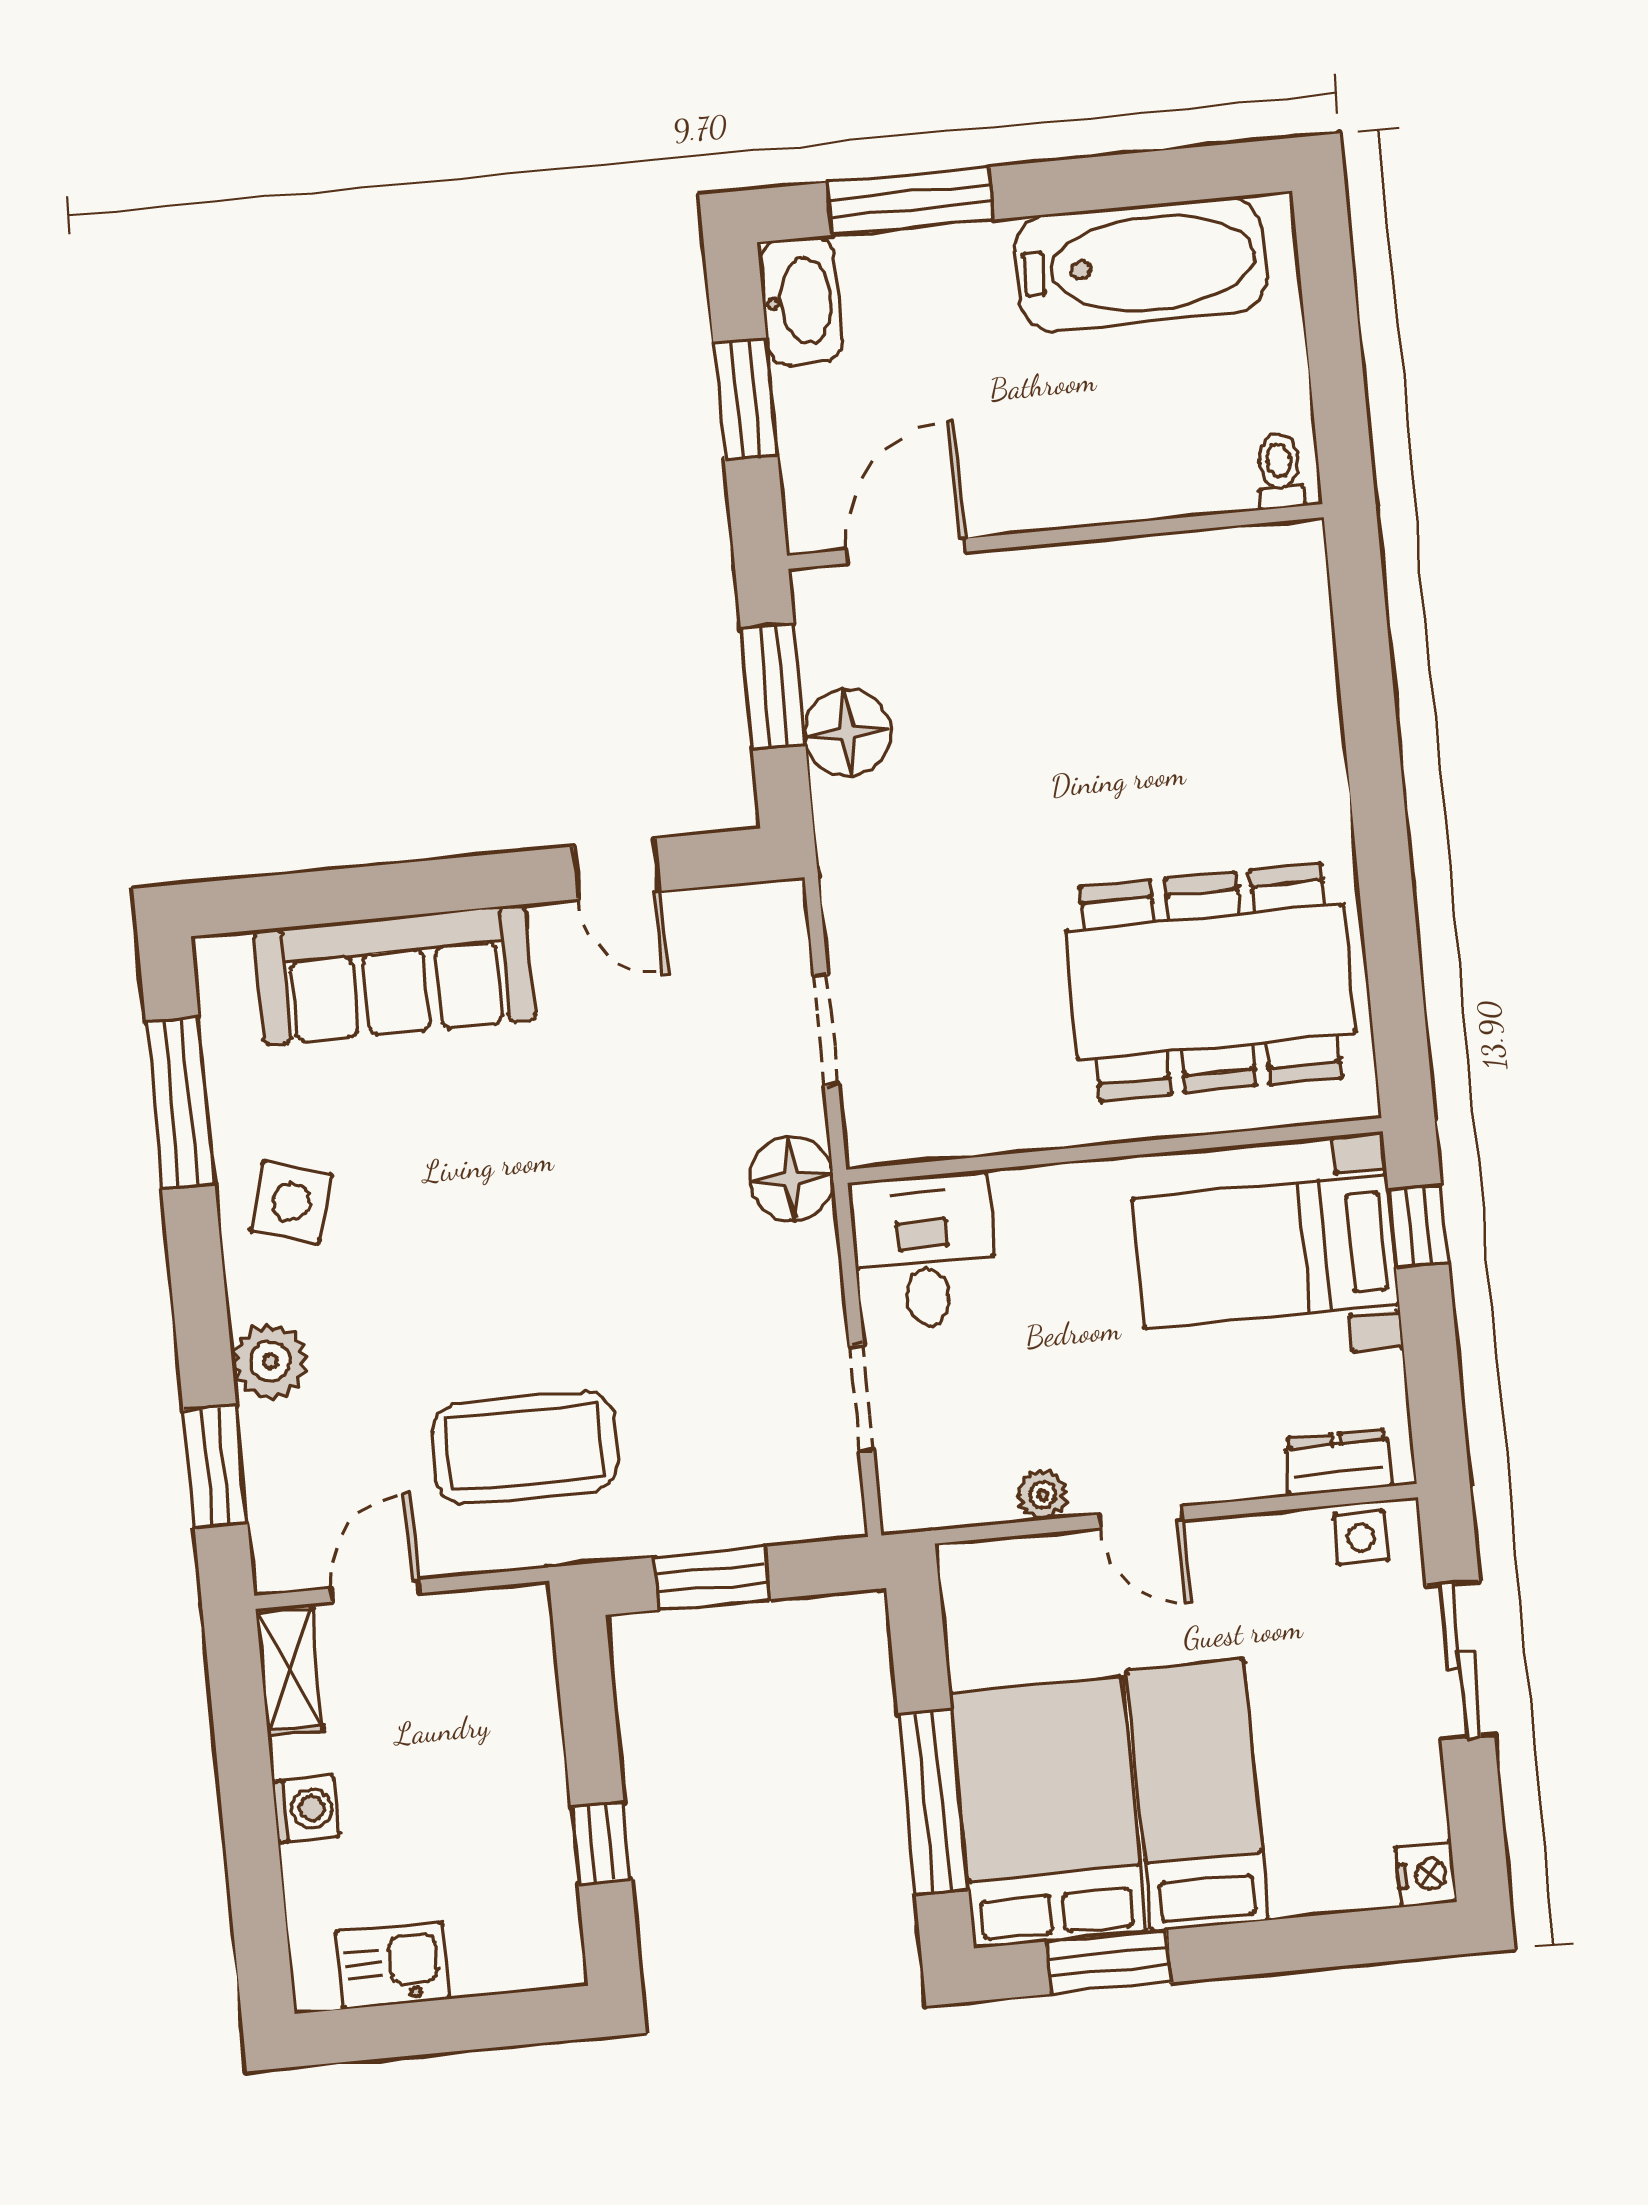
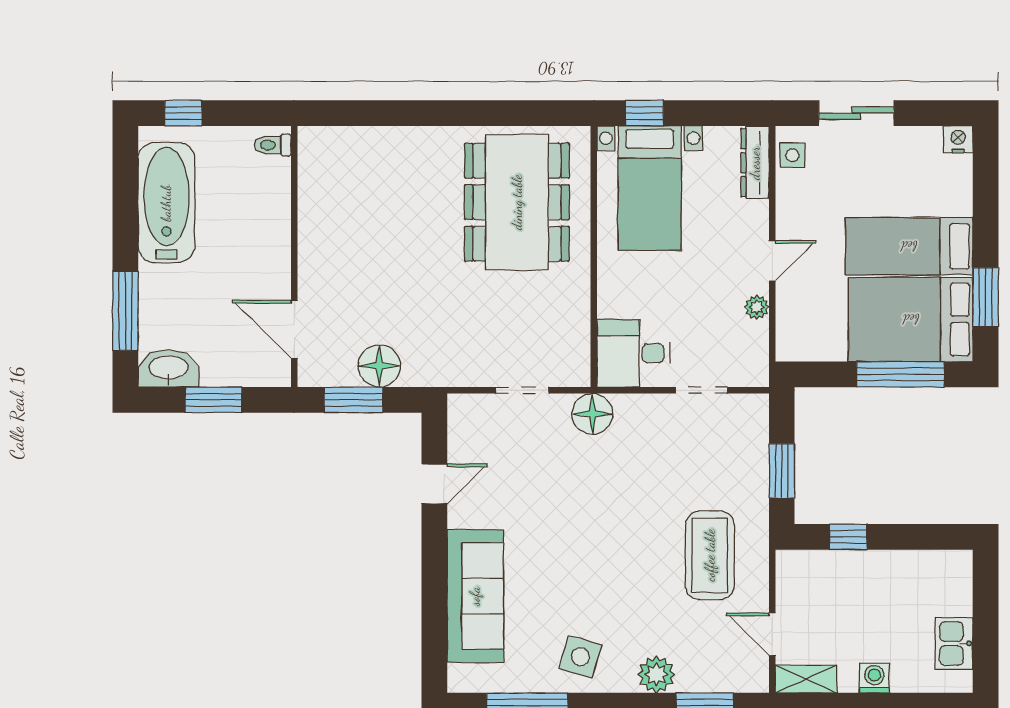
window: (1327, 281) -> (183, 113), added
dresser: (1338, 1462) -> (755, 163), width x1.44
window: (601, 1843) -> (848, 537), moved

